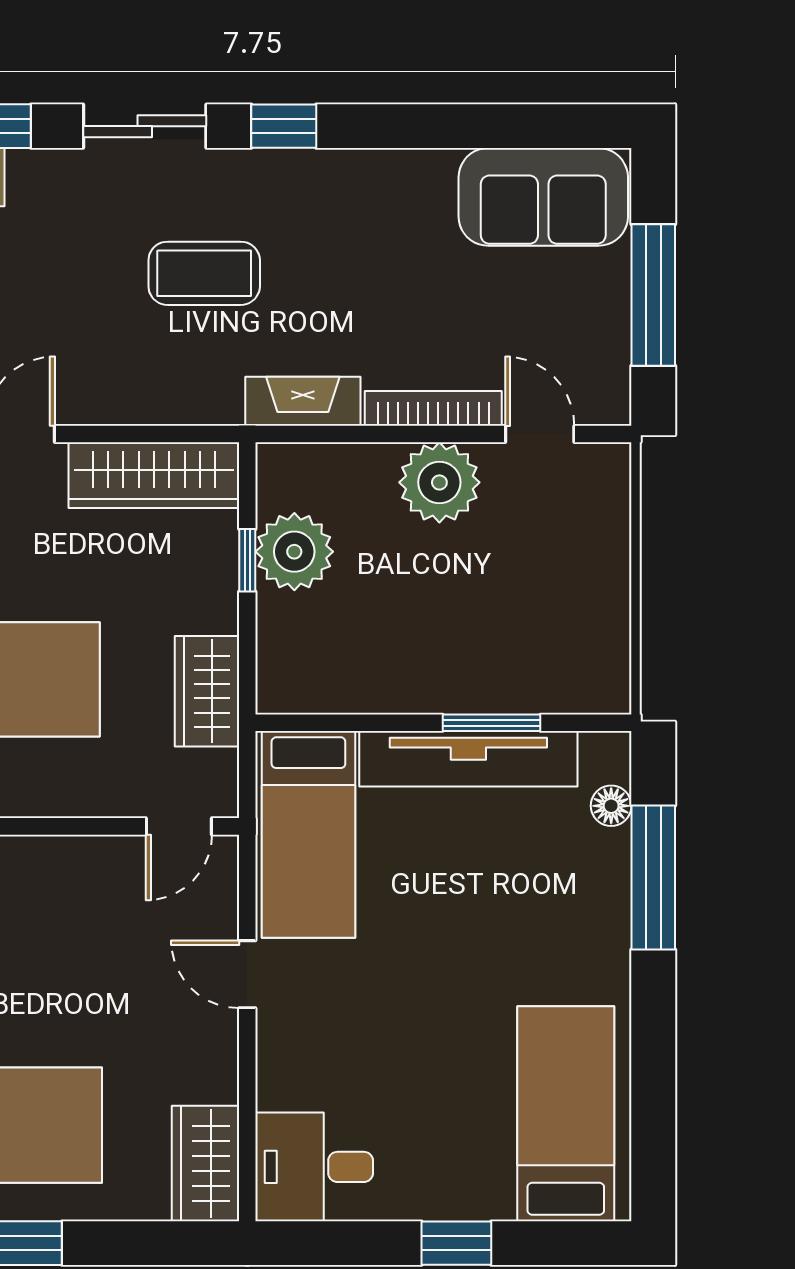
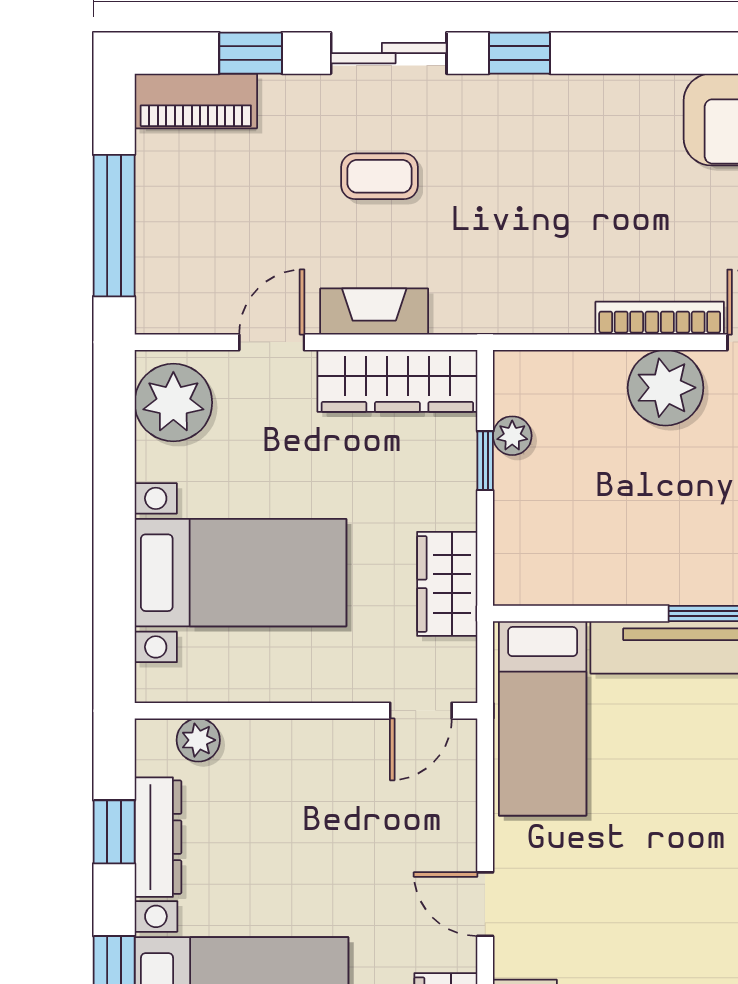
coffee table: (204, 273) -> (380, 176), moved, width x0.73, depth x0.77
fireplace: (303, 401) -> (374, 311), moved
plant: (294, 552) -> (512, 436), width x0.53, depth x0.53
door: (247, 974) -> (485, 904), moved

